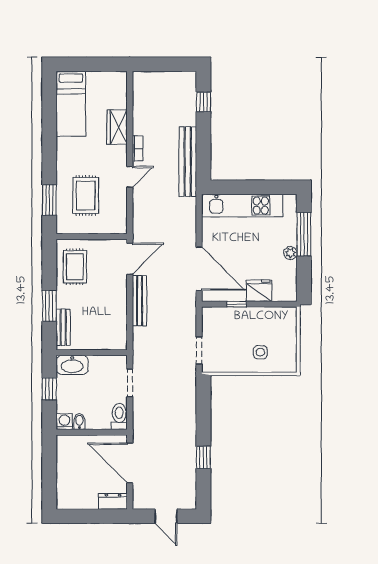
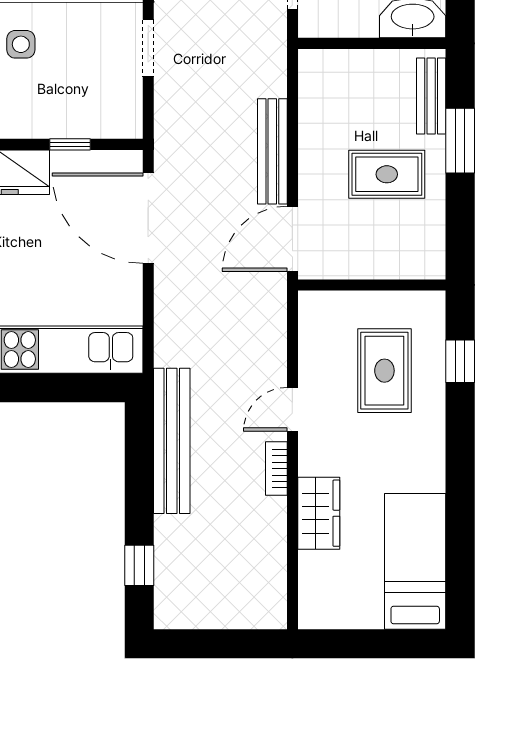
window: (49, 200) -> (460, 361), width x0.67
rug: (75, 267) -> (387, 174), moved, turned 90

